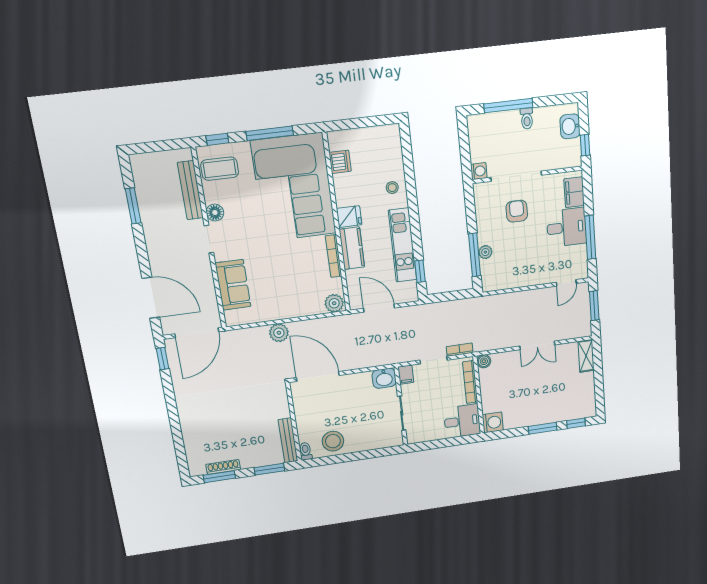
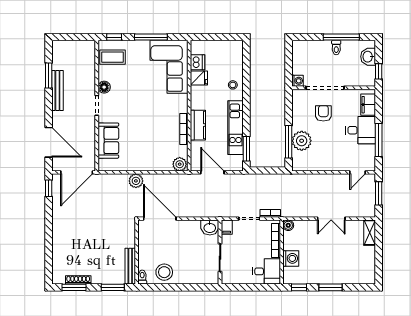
window: (508, 106) -> (341, 37), moved
corner sofa: (294, 187) -> (169, 67), width x0.73, depth x0.74
bench: (190, 190) -> (57, 91), moved
fridge: (349, 217) -> (199, 78), moved
plant: (485, 252) -> (302, 141), width x1.88, depth x1.88
window: (420, 271) -> (246, 149), width x1.50
washing machine: (493, 422) -> (291, 258), moved
window: (576, 423) -> (299, 287), moved

